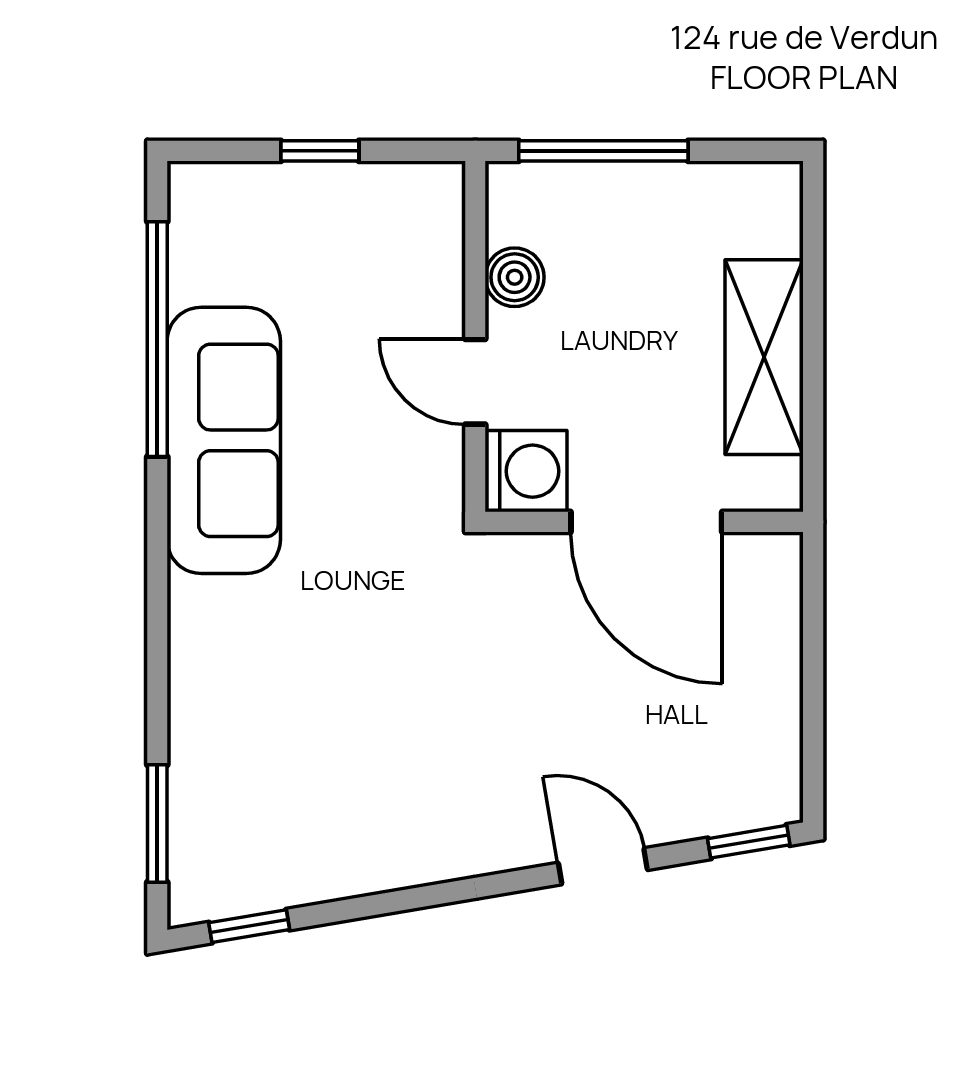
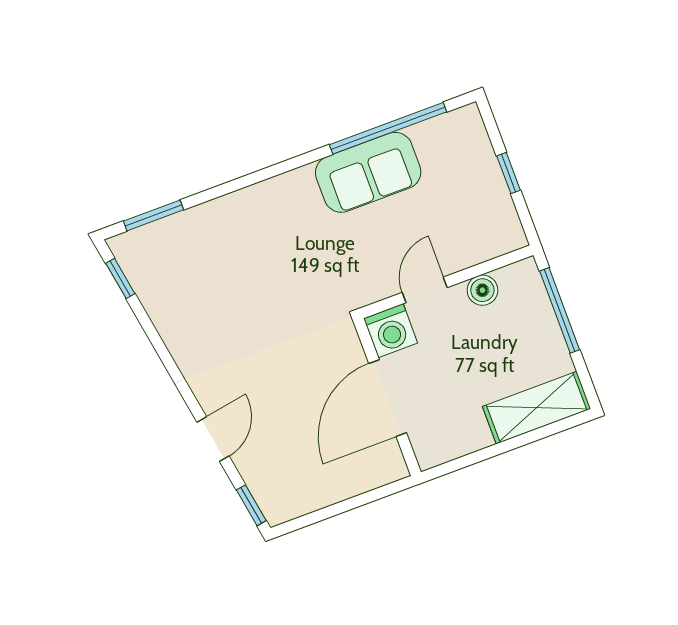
shelving: (764, 357) -> (537, 408), moved
sofa: (224, 440) -> (368, 172), width x0.73

